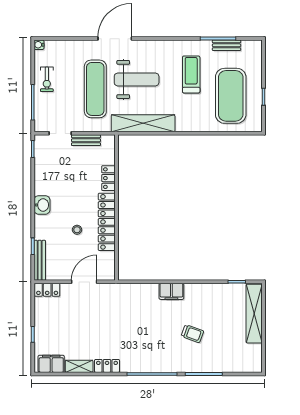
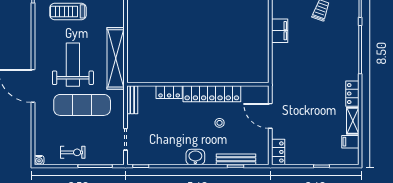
bench: (86, 140) -> (132, 100), moved
bench: (40, 260) -> (236, 159), moved
filing cabinet: (51, 364) -> (350, 142), width x0.50

